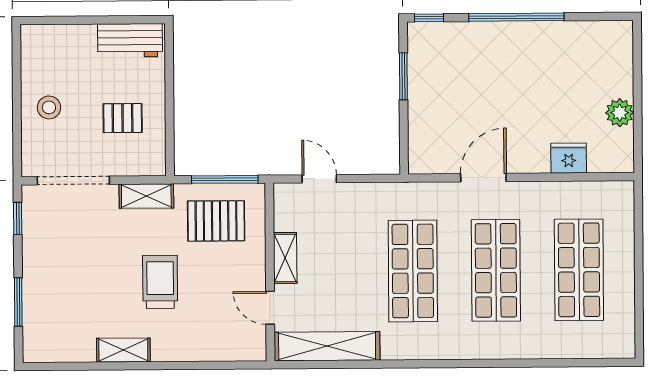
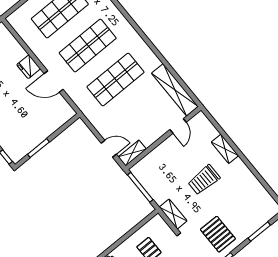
fridge: (569, 158) -> (29, 67), moved
door: (319, 179) -> (109, 149), swing flipped
pallet: (216, 221) -> (218, 234), moved
shelving: (285, 258) -> (132, 153), moved
shelving: (123, 350) -> (225, 149), moved

